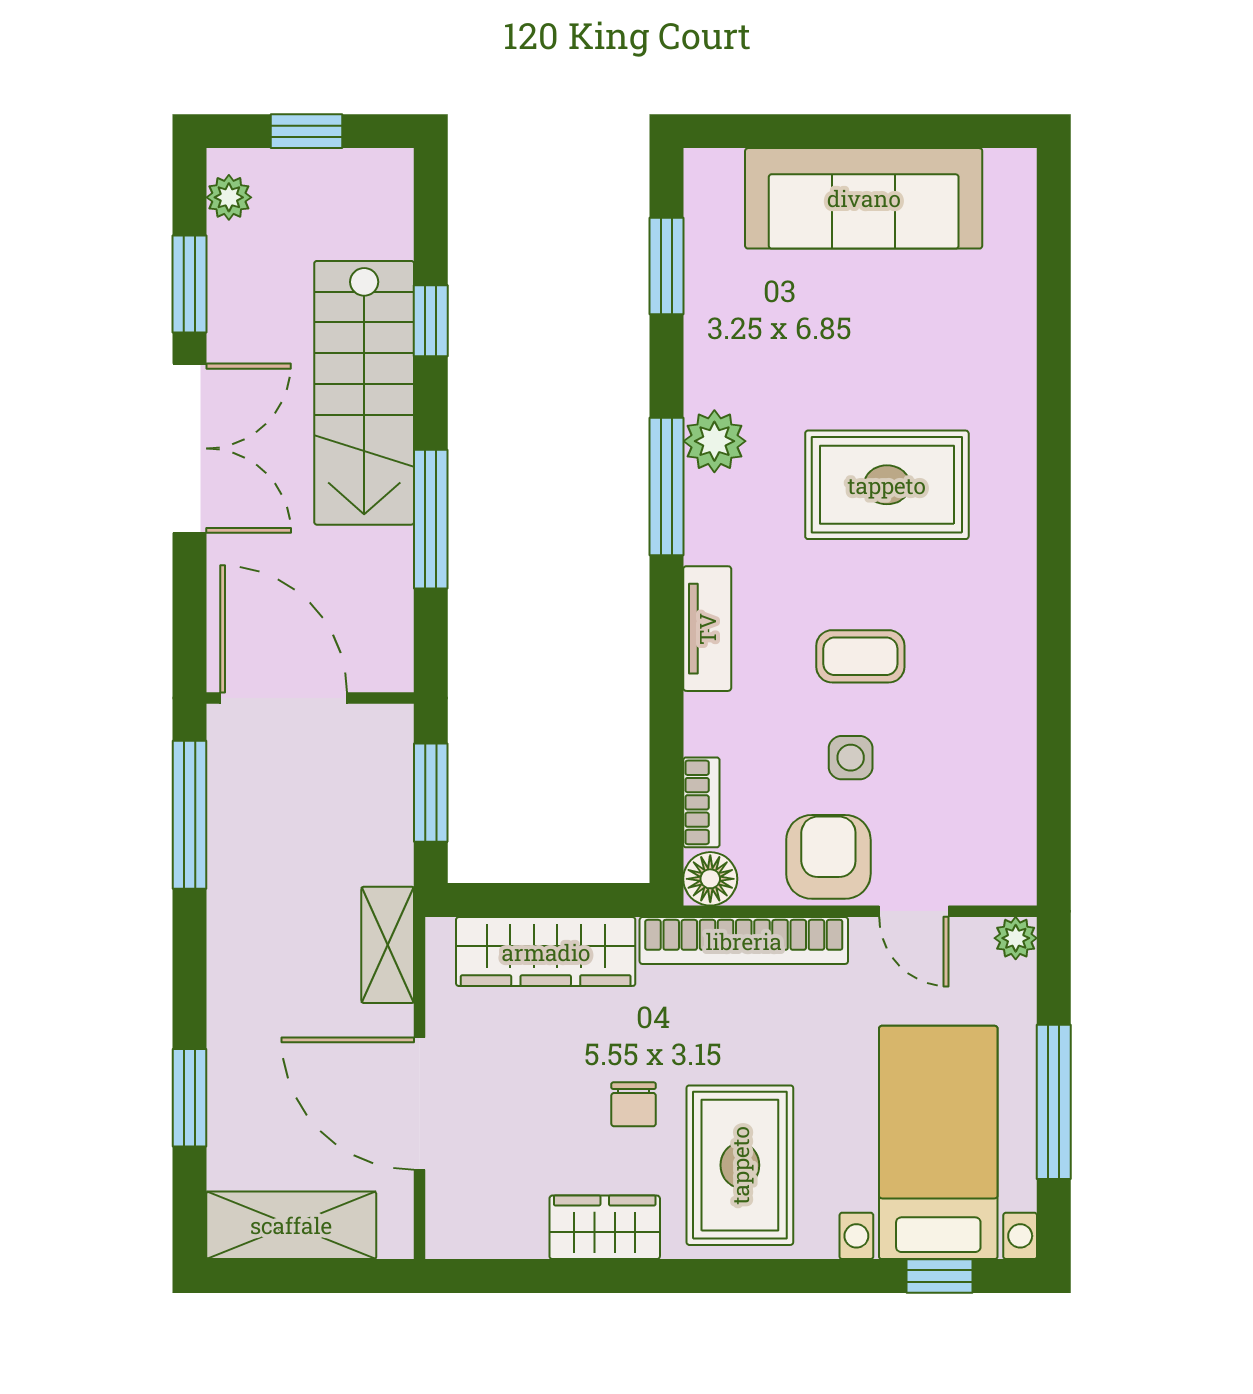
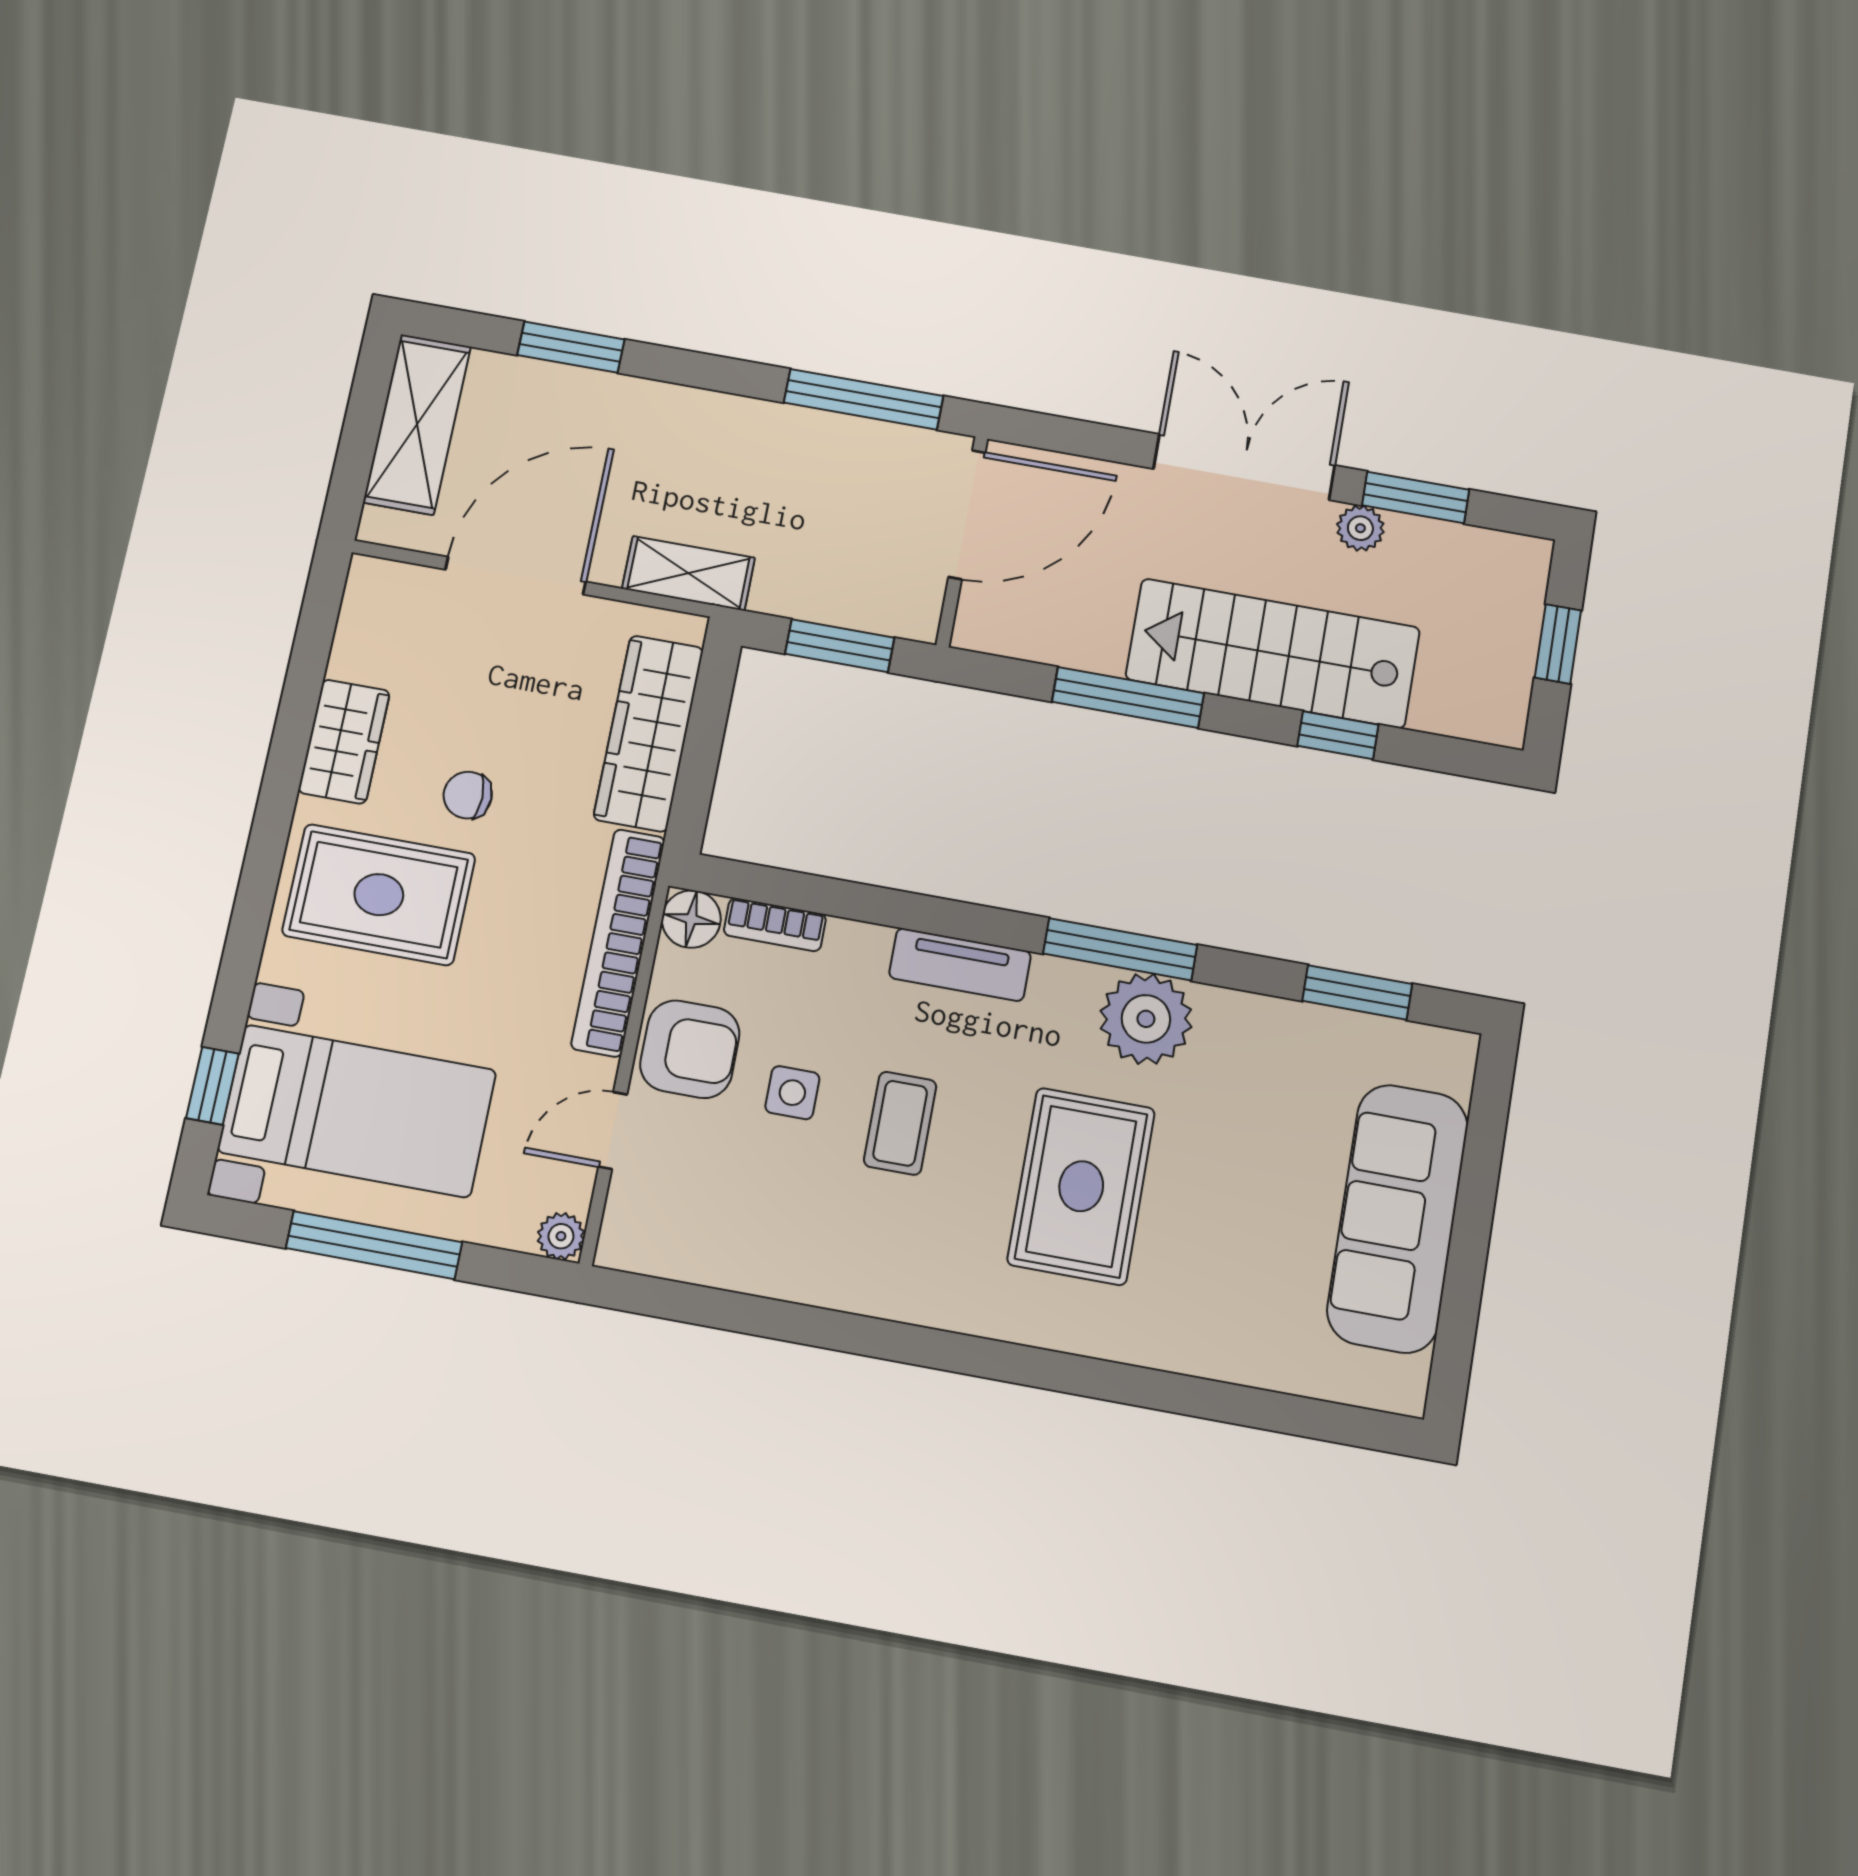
plant: (229, 197) -> (1360, 528), moved
plant: (714, 441) -> (1146, 1019), width x1.36, depth x1.36
double door: (189, 448) -> (1244, 467), swing flipped

